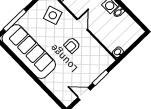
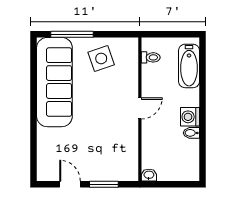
side table: (53, 15) -> (101, 58), moved
armchair: (72, 45) -> (107, 120), removed

